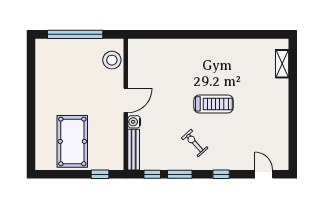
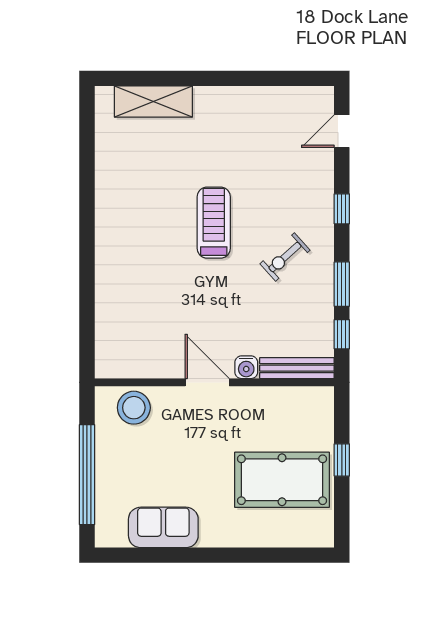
shelving: (282, 64) -> (153, 102), width x1.50, depth x1.33
sofa: (46, 76) -> (163, 527), added
window: (100, 174) -> (342, 460), moved

